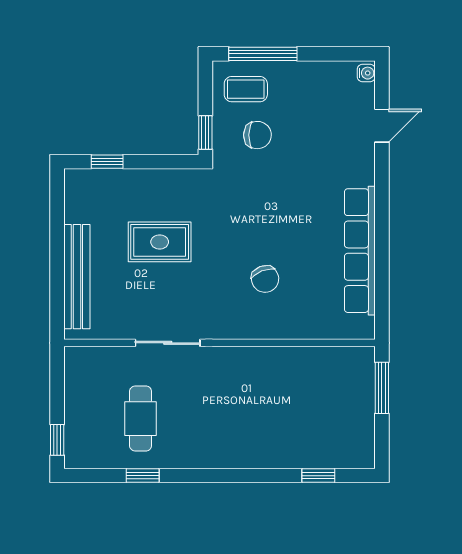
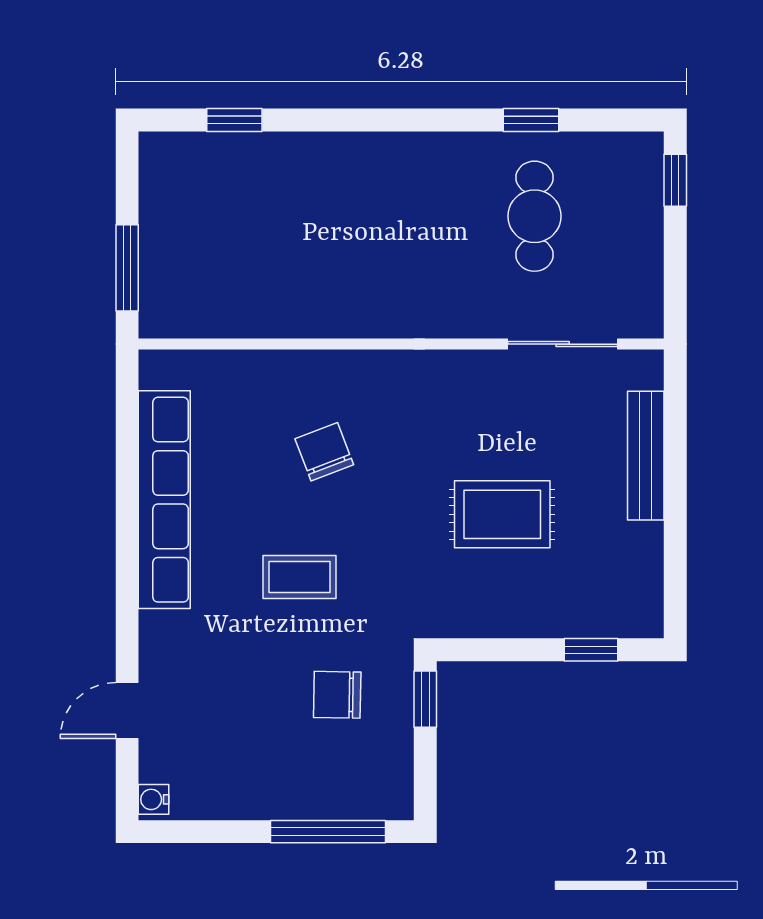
coffee table: (246, 89) -> (299, 577), moved
bench: (77, 277) -> (646, 456), width x0.73, depth x0.82
sliding door: (168, 343) -> (563, 344), moved

